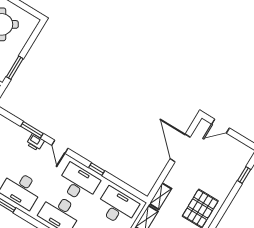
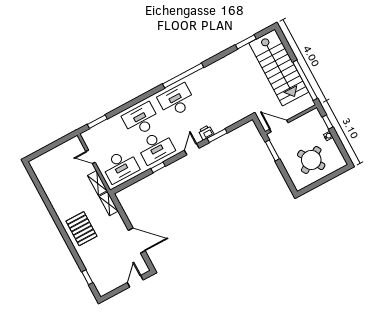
door: (60, 147) -> (192, 149), hinge flipped

